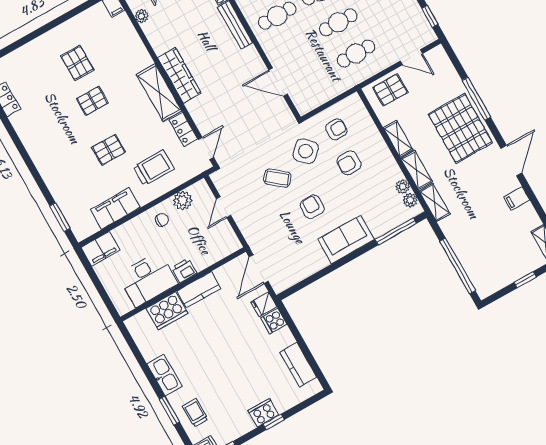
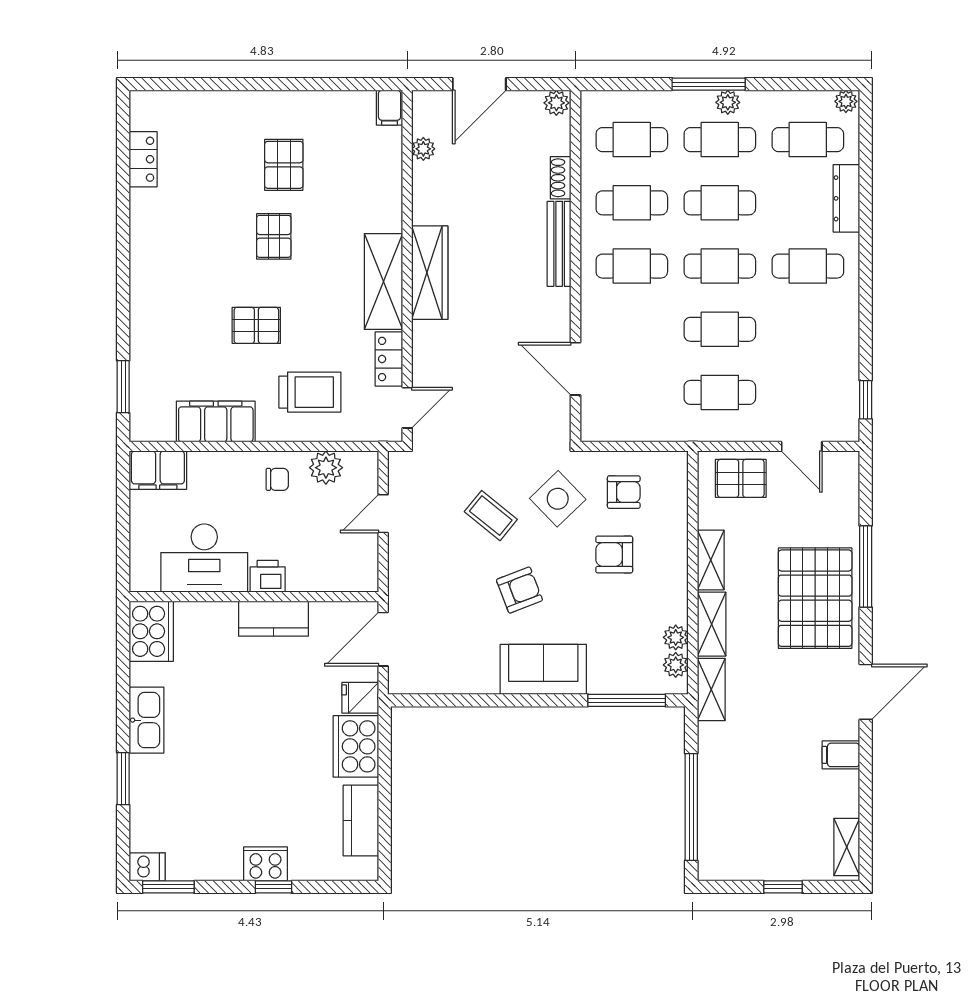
pallet: (92, 101) -> (274, 236), turned 90
armchair: (312, 207) -> (519, 590), turned 69
cooker: (167, 311) -> (151, 631), moved, turned -90
cooker: (274, 321) -> (356, 746), width x1.87, depth x1.31
trolley: (195, 413) -> (161, 805), removed

